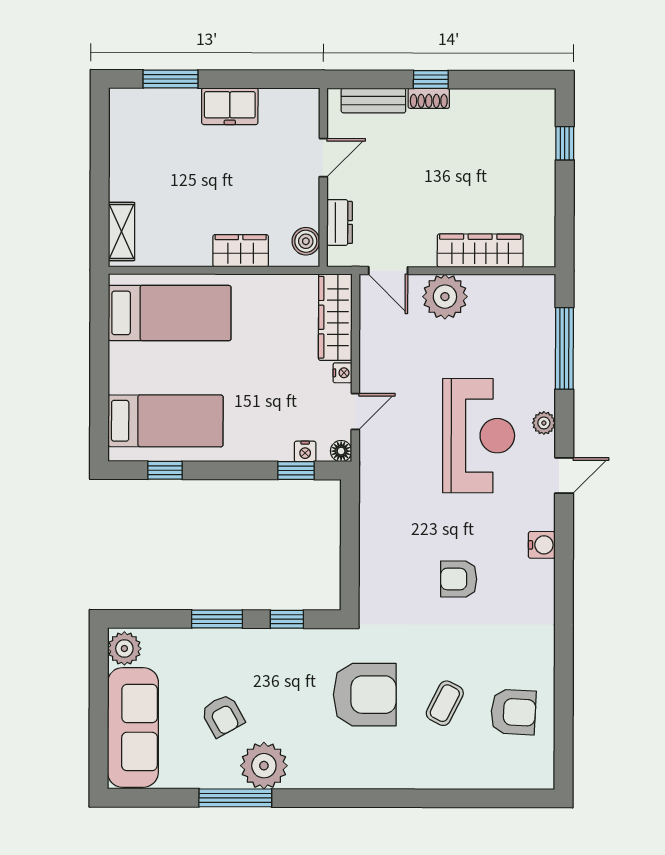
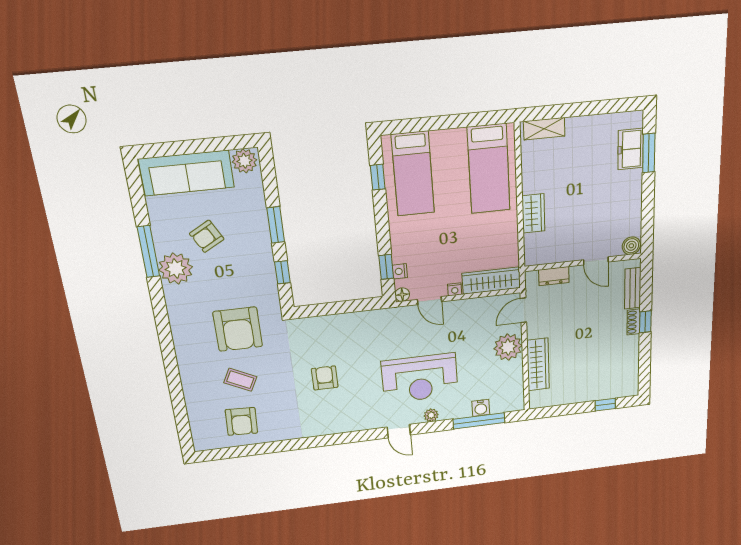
freezer: (230, 106) -> (631, 149), moved
boiler: (306, 241) -> (631, 246), moved
water cooler: (542, 545) -> (481, 408), moved

